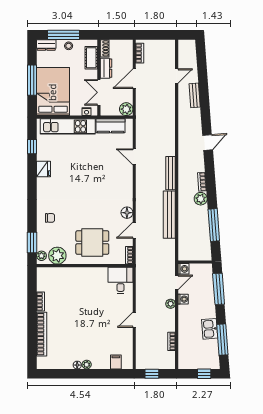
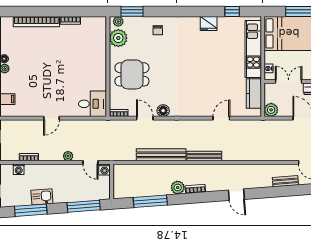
dining table: (92, 243) -> (132, 74), turned 90
washing machine: (183, 299) -> (19, 169), moved
door: (134, 320) -> (51, 118), swing flipped

